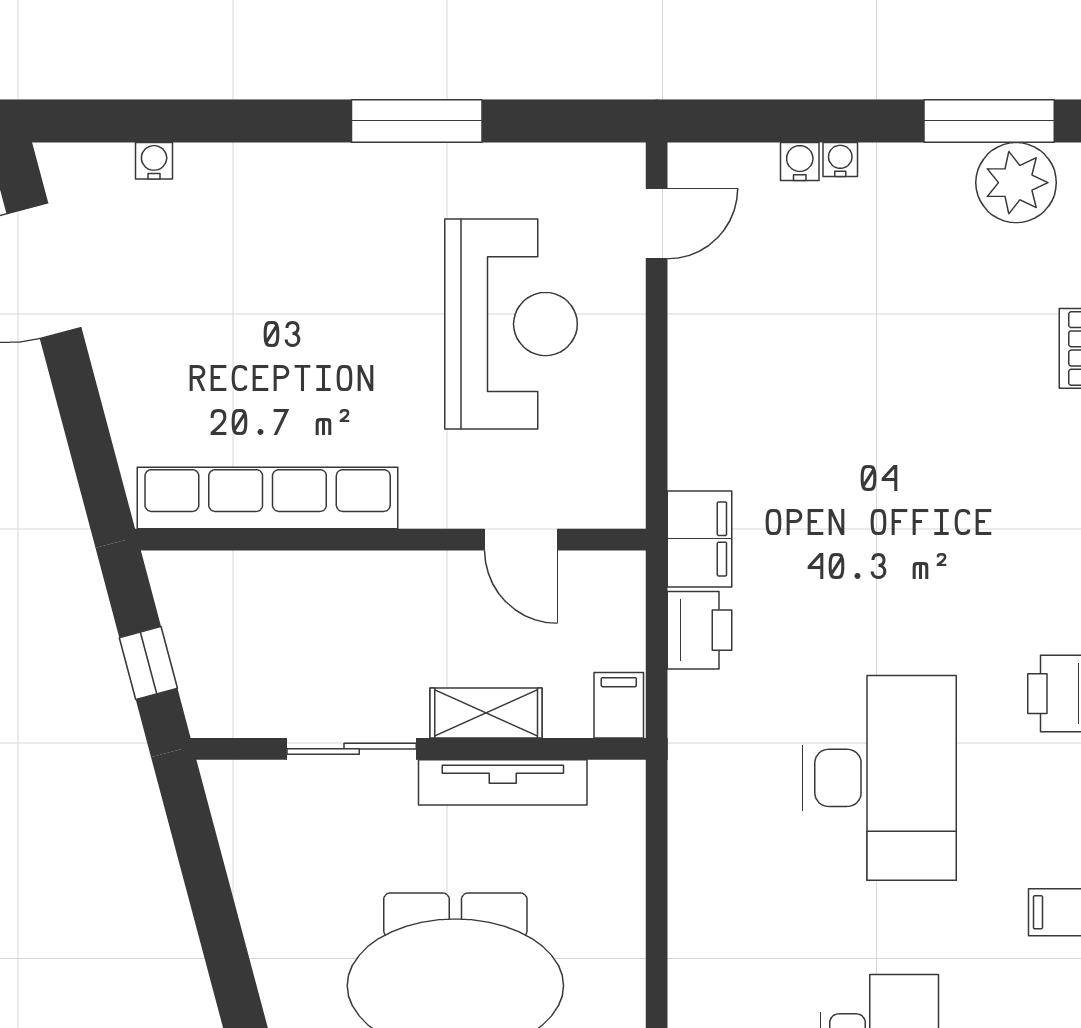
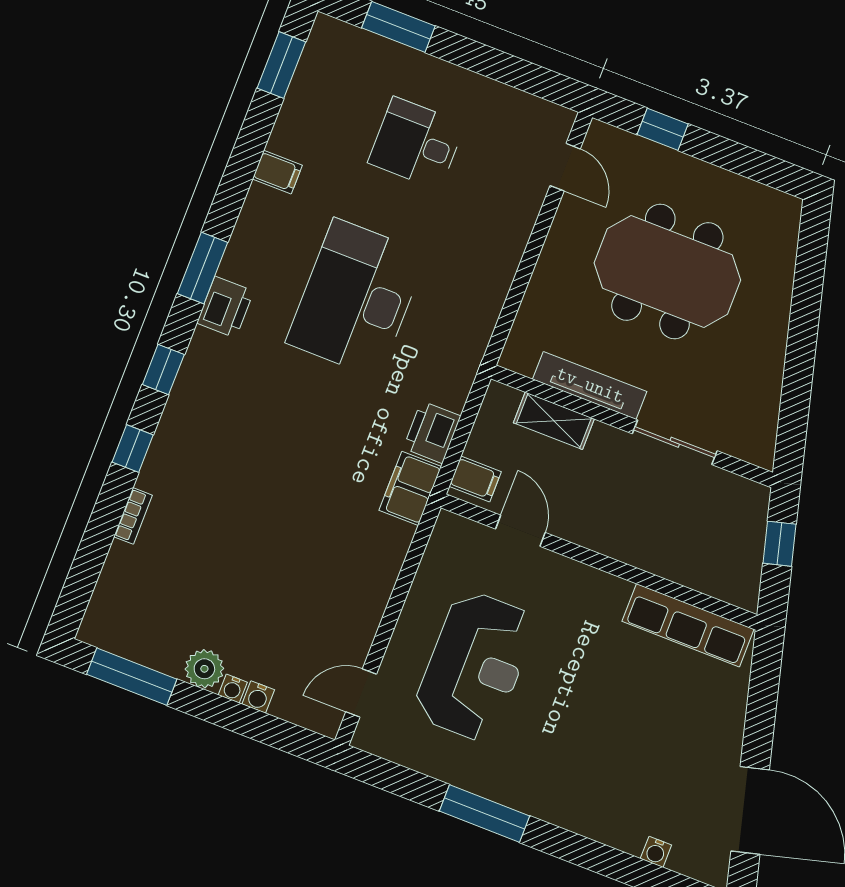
plant: (1016, 183) -> (204, 669), moved, width x0.73, depth x0.73
reception desk: (511, 324) -> (475, 666), turned 180
row of seats: (268, 498) -> (688, 625), width x0.73
filing cabinet: (619, 705) -> (475, 479), moved, turned -90
shelving: (486, 713) -> (554, 421), moved

